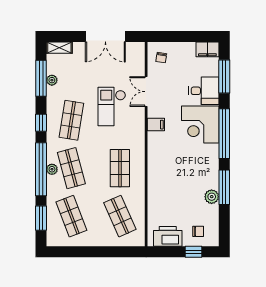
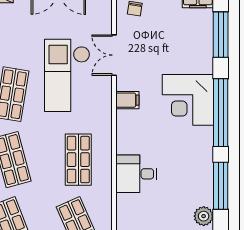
desk: (204, 91) -> (136, 174), moved, turned 180
checkout: (112, 106) -> (67, 75), width x1.36, depth x1.21
plant: (212, 197) -> (204, 216), moved

